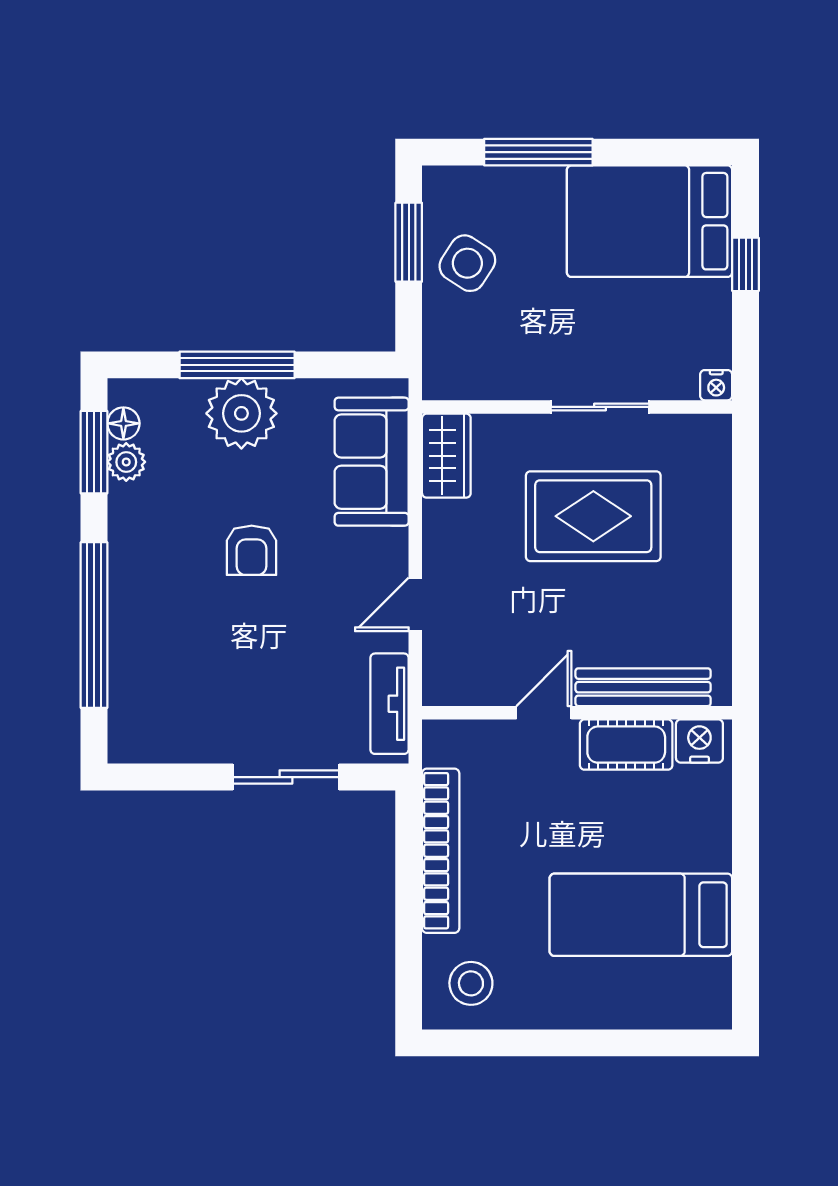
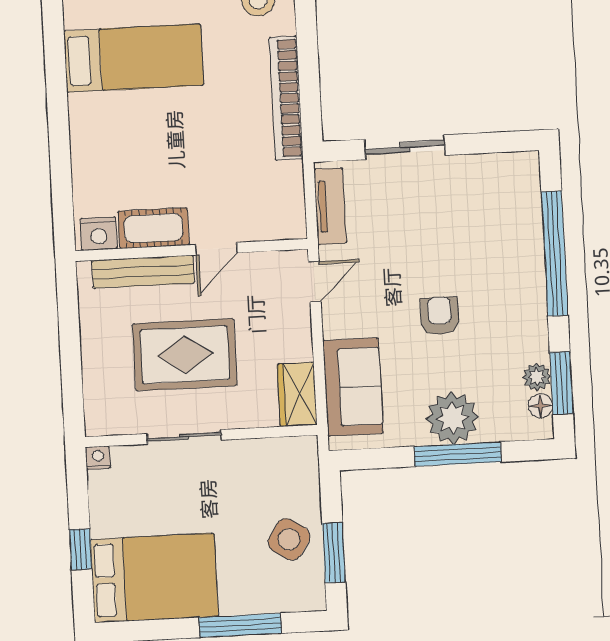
bench: (643, 687) -> (143, 272), moved
door: (544, 713) -> (216, 249), moved
wall: (577, 713) -> (191, 250), moved
nightstand: (699, 741) -> (99, 234), moved
cot: (626, 745) -> (153, 228), moved

